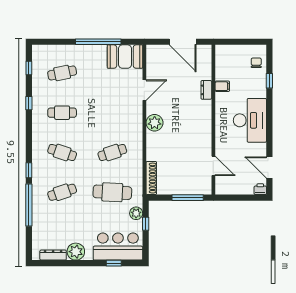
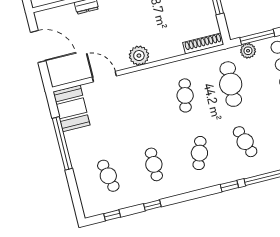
door: (183, 42) -> (38, 47), hinge flipped
cafe table: (112, 152) -> (185, 95), turned 30
window: (146, 224) -> (257, 37), width x2.17

